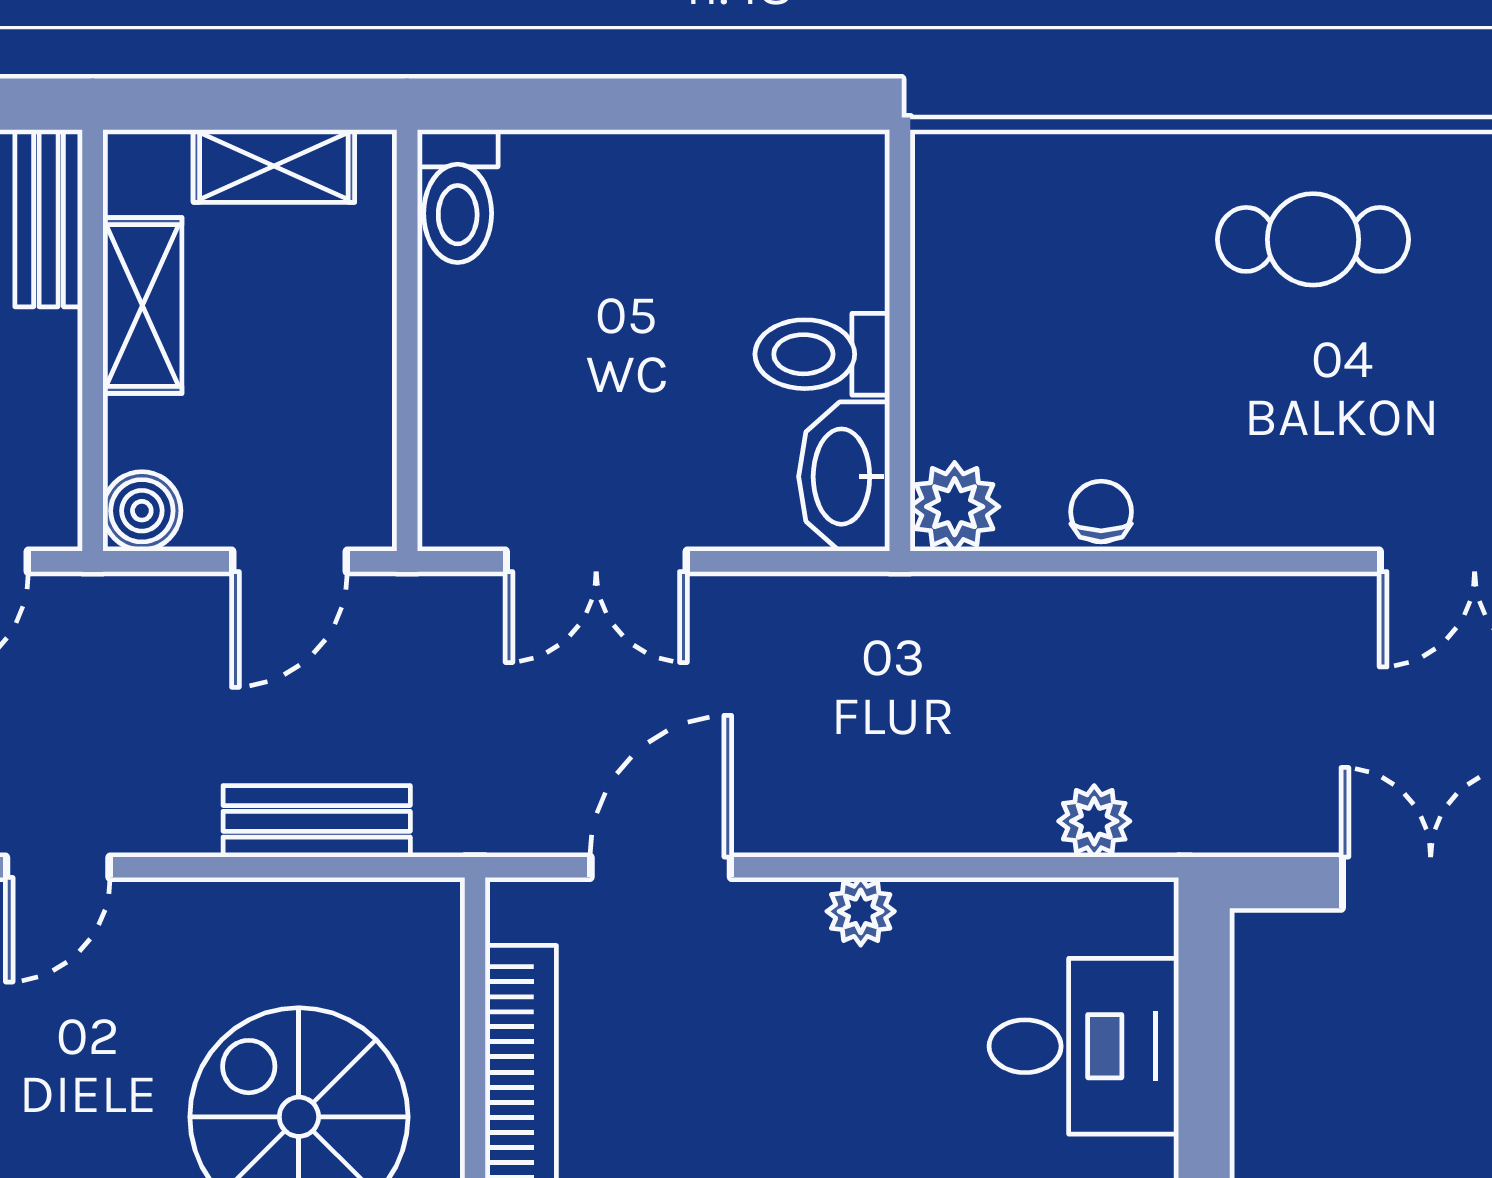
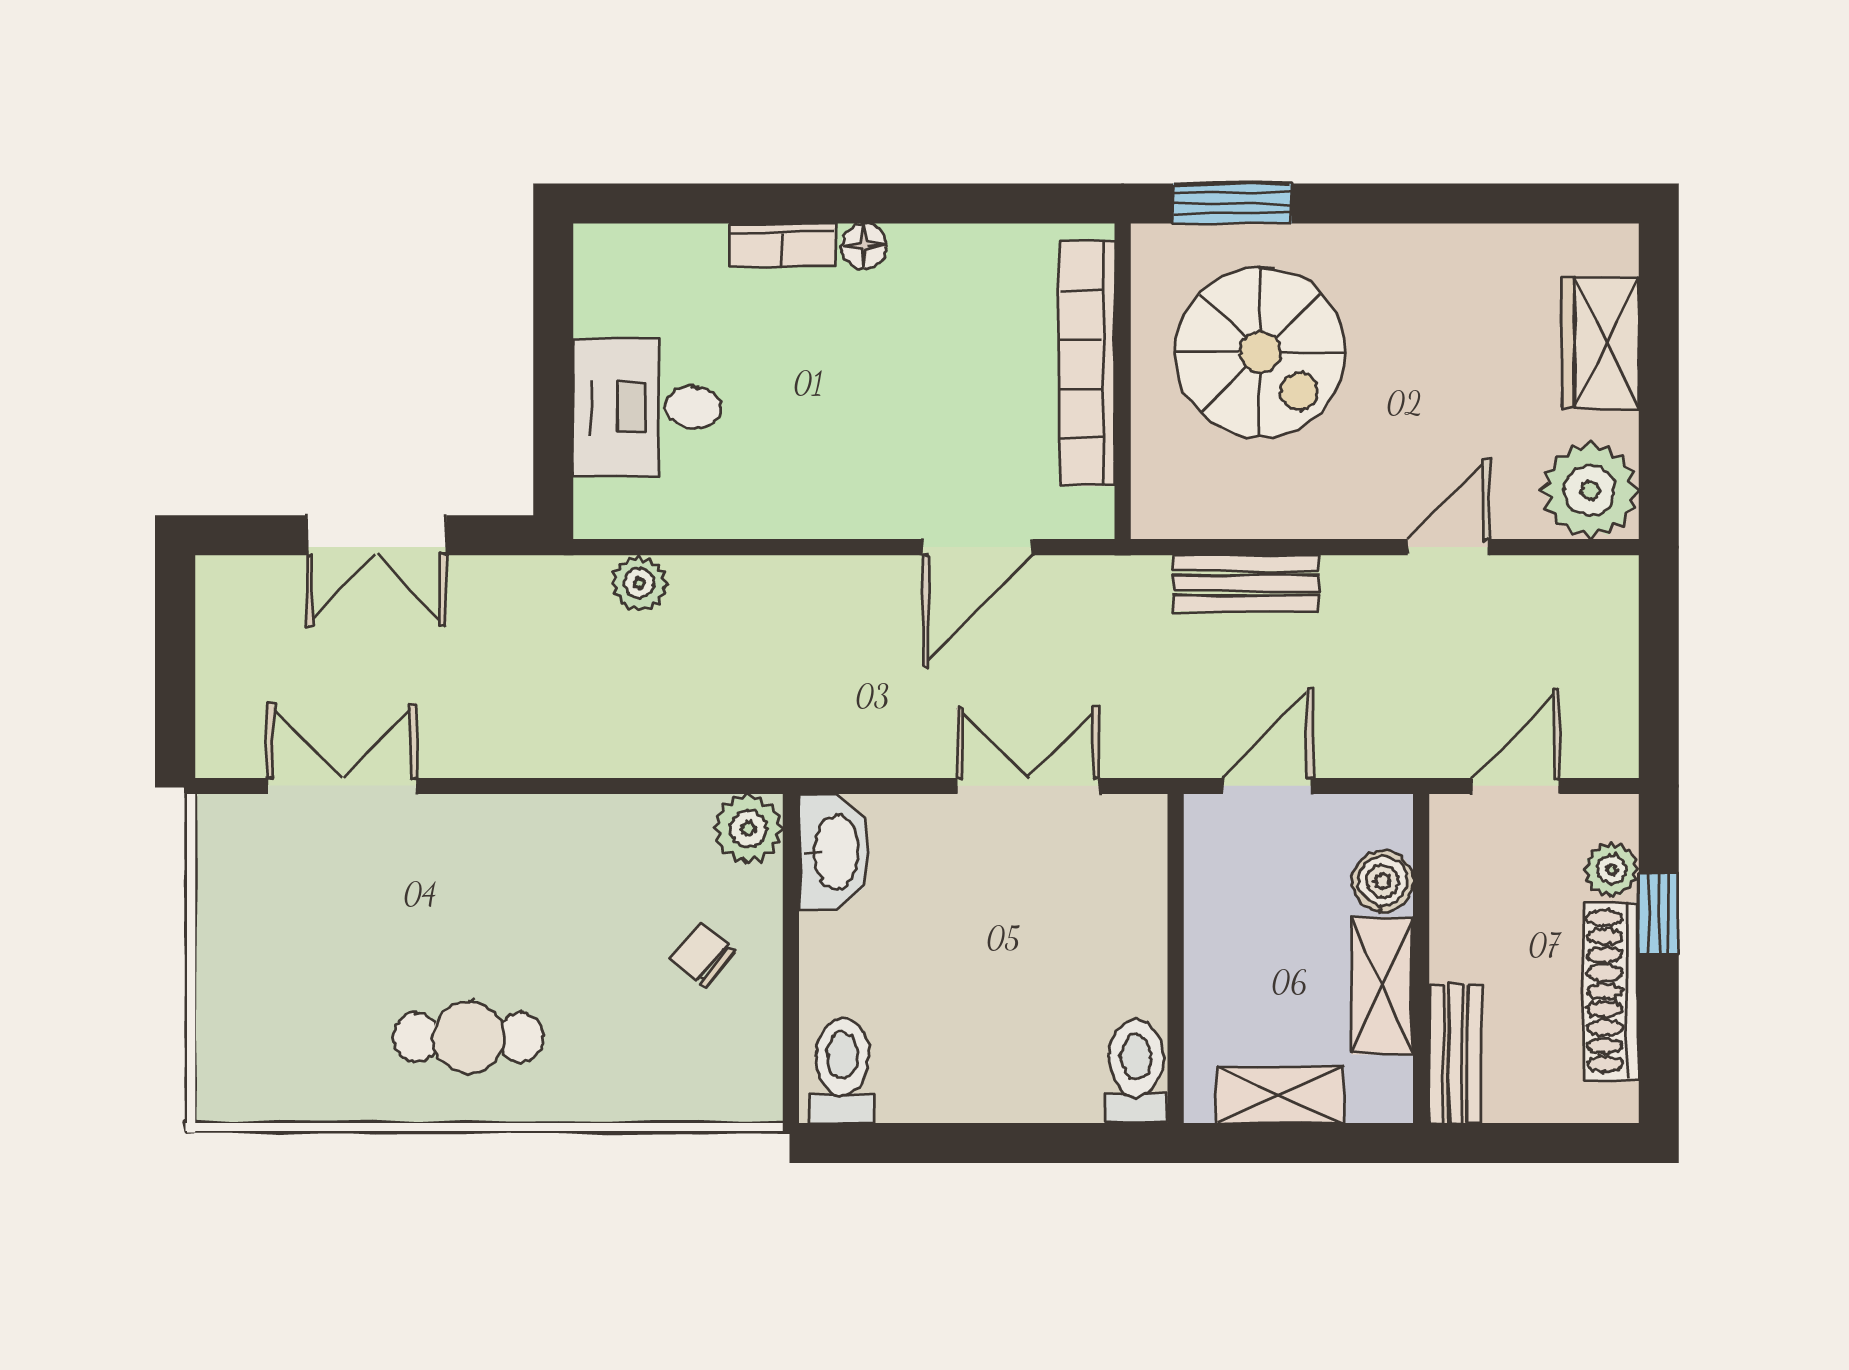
toilet: (822, 354) -> (843, 1070), moved, turned -90
boiler: (142, 511) -> (1383, 881), moved
chair: (1101, 512) -> (703, 955), moved, turned 130
plant: (861, 911) -> (822, 513), removed

